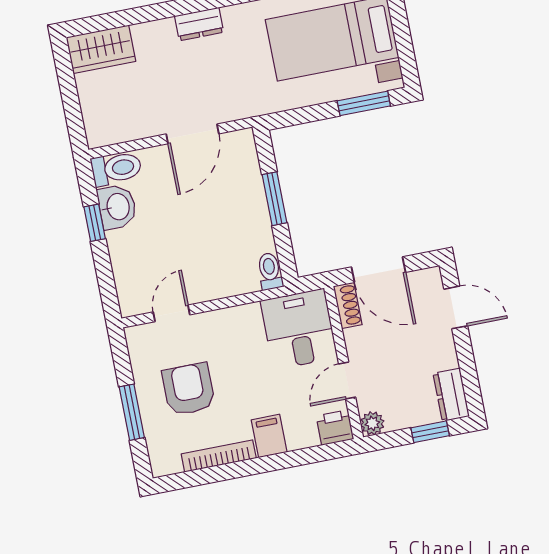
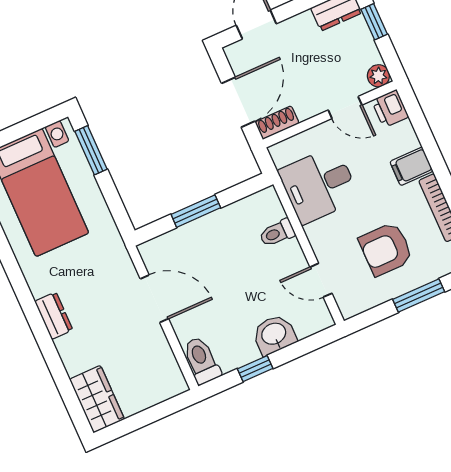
washbasin: (117, 207) -> (274, 335), moved
toilet: (270, 271) -> (277, 233), moved
desk: (299, 329) -> (319, 185), moved

